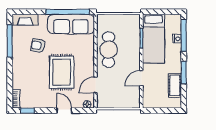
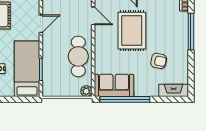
plant: (102, 19) -> (86, 91), added
sofa: (71, 24) -> (114, 85), width x0.73
window: (10, 41) -> (191, 31), moved
door: (96, 85) -> (93, 16), hinge flipped

